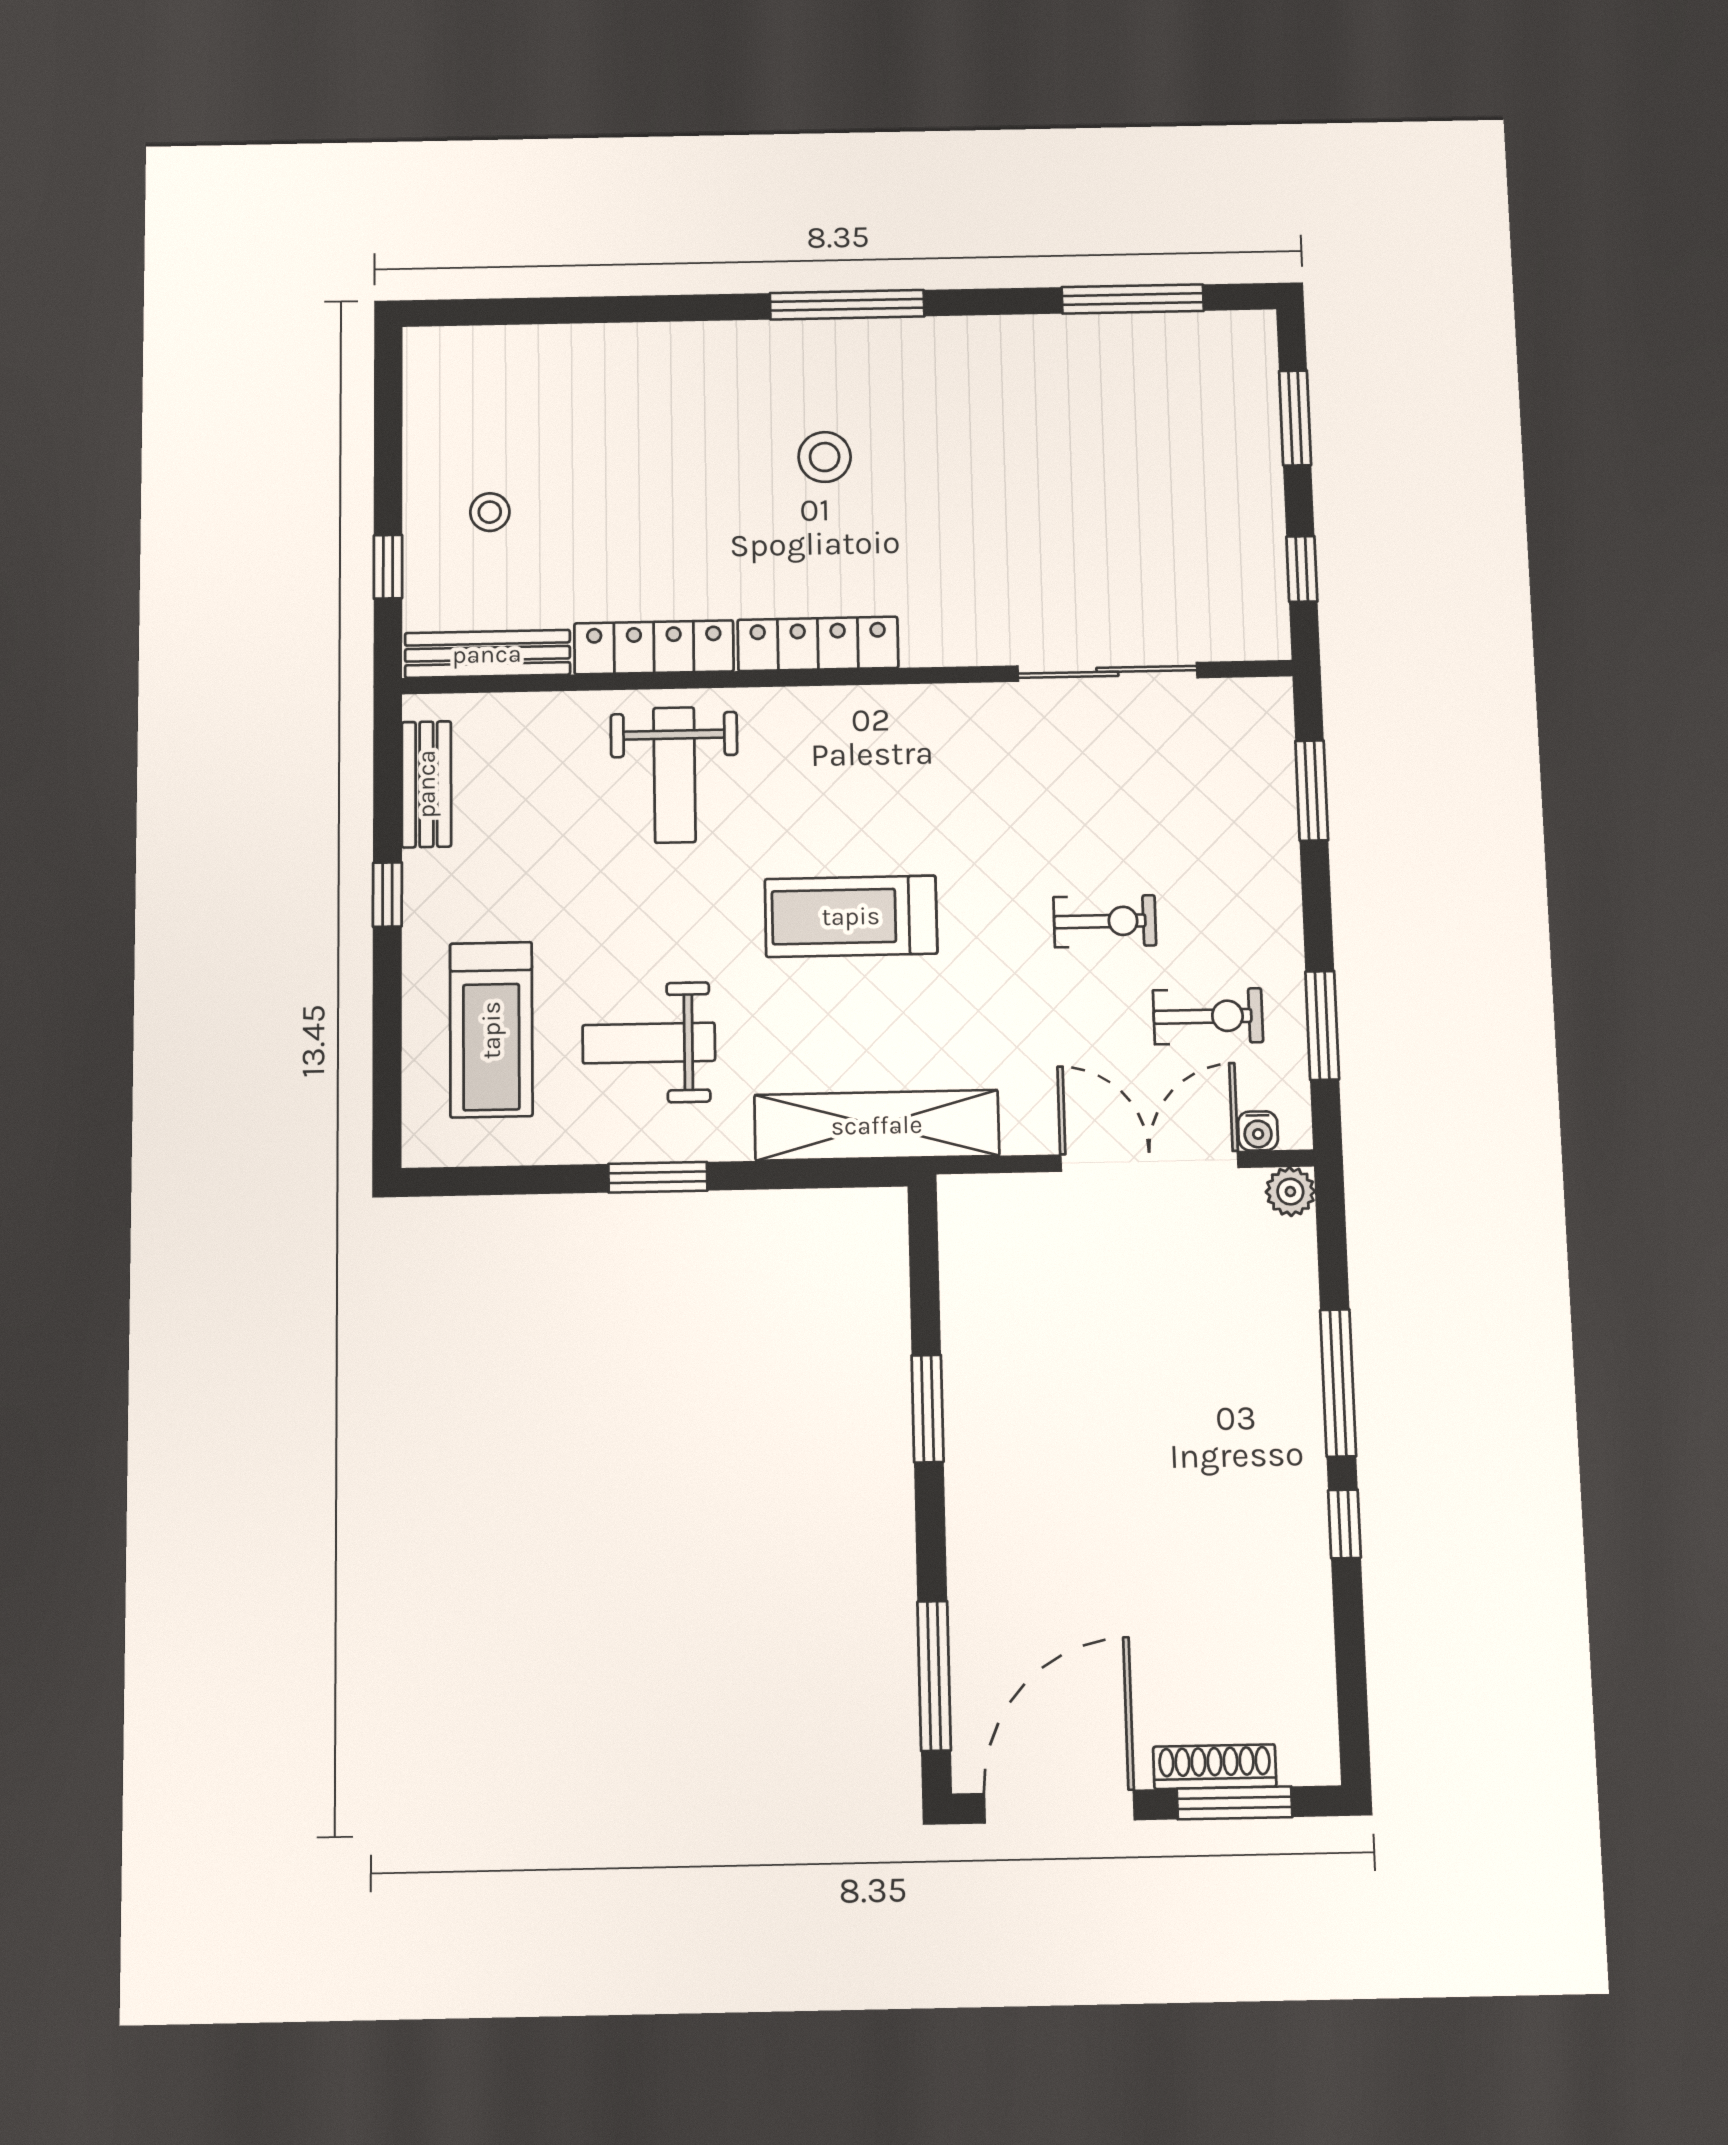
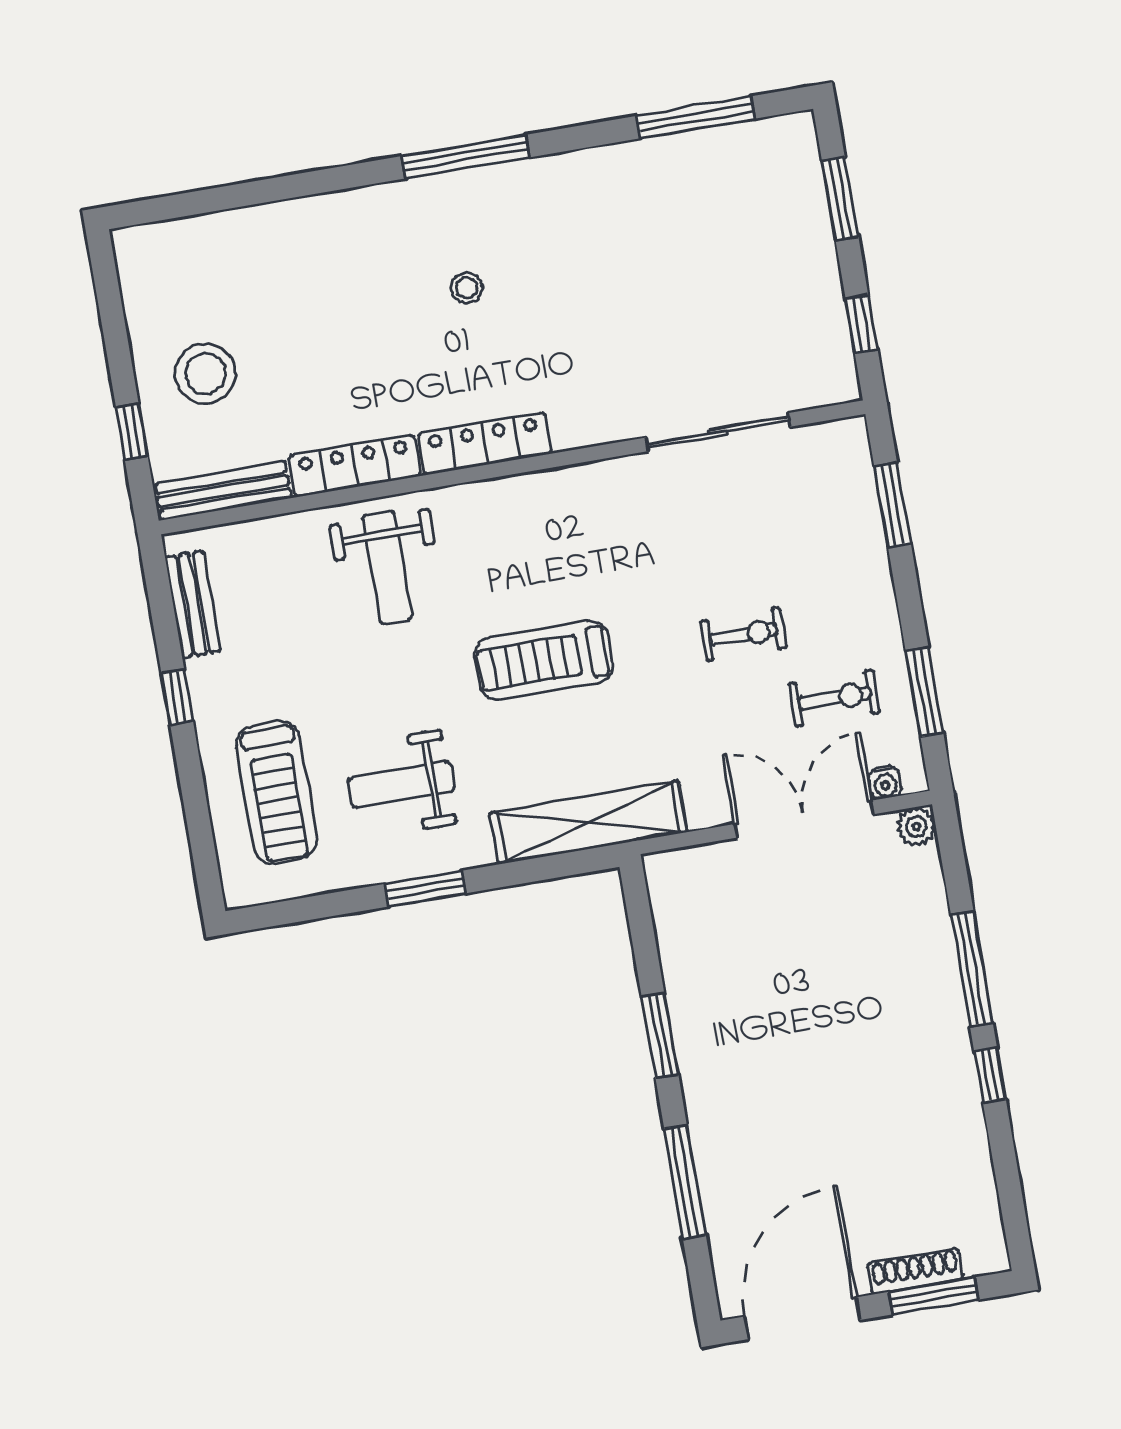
stool: (825, 457) -> (467, 288), width x0.73, depth x0.73
stool: (490, 512) -> (206, 374), width x1.89, depth x1.89
window: (934, 1676) -> (685, 1182), moved

